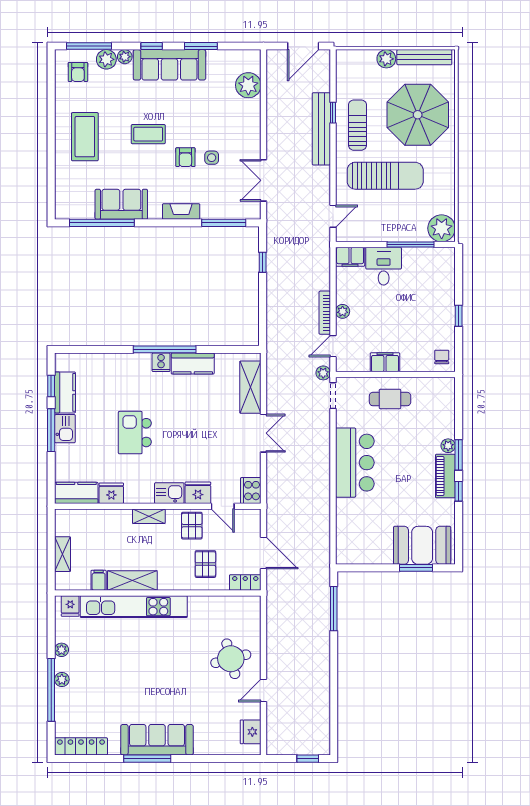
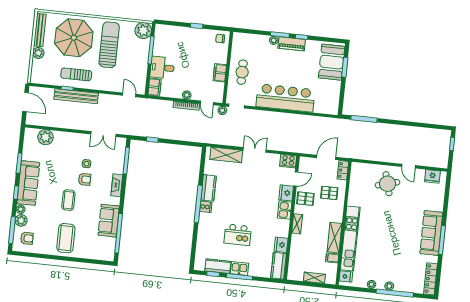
coffee table: (85, 137) -> (66, 238), turned 90
sun lounger: (385, 176) -> (109, 45), moved
kitchen island: (135, 433) -> (238, 235), moved
bar counter: (355, 463) -> (285, 98), width x1.36

